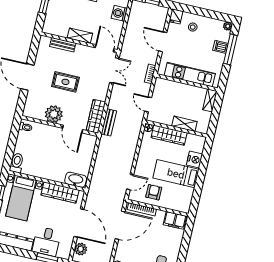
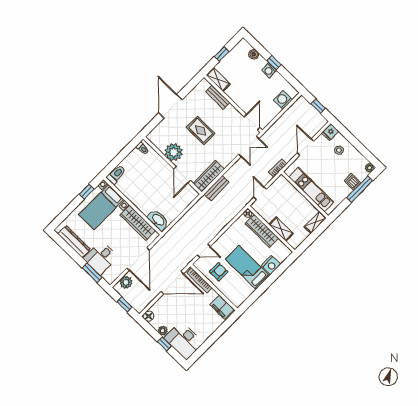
shelving: (80, 36) -> (218, 80), moved

